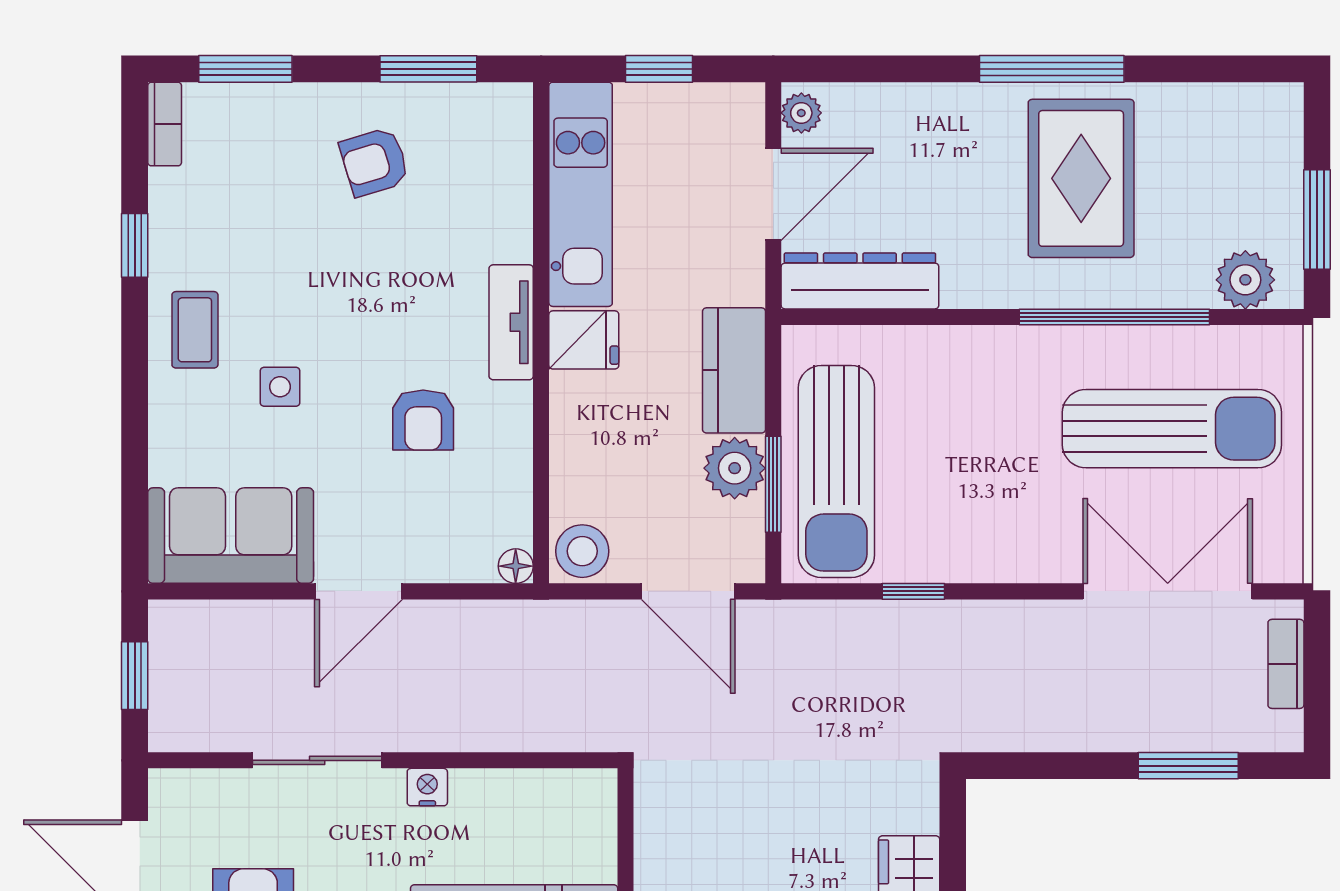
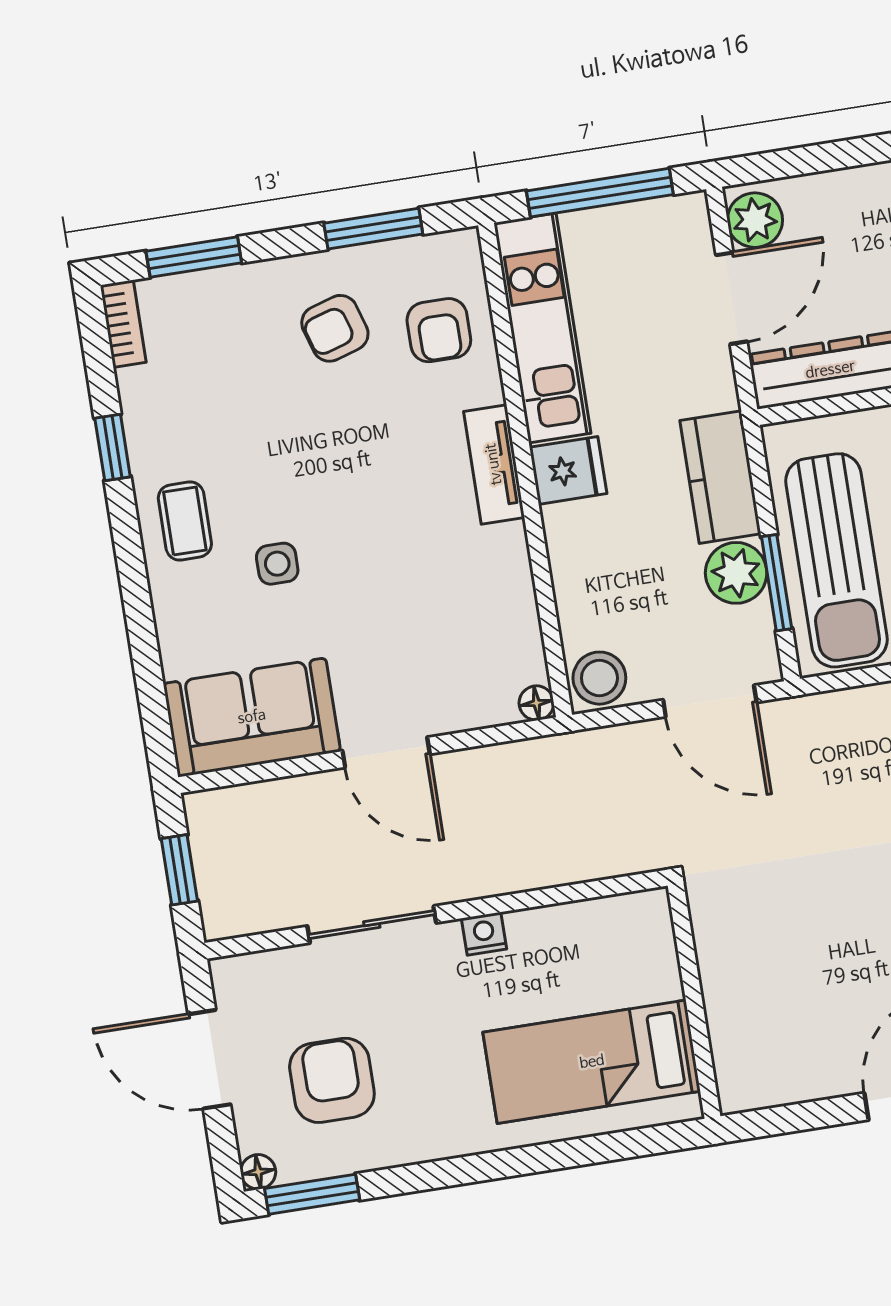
window: (659, 69) -> (600, 193), width x2.17
plant: (801, 113) -> (755, 220), width x1.38, depth x1.38
armchair: (423, 420) -> (439, 330), moved
door: (358, 591) -> (386, 752), hinge flipped

